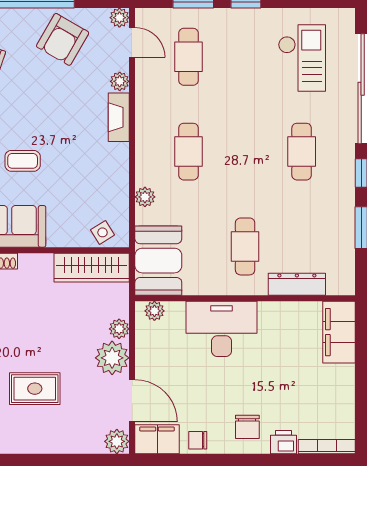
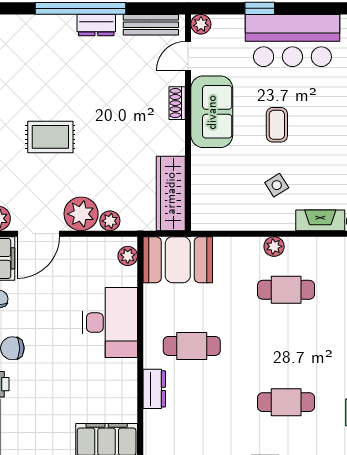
plant: (145, 197) -> (274, 246), moved
side table: (103, 232) -> (277, 185), moved
dresser: (297, 284) -> (154, 389), width x0.70
rug: (35, 389) -> (50, 137), turned 90

